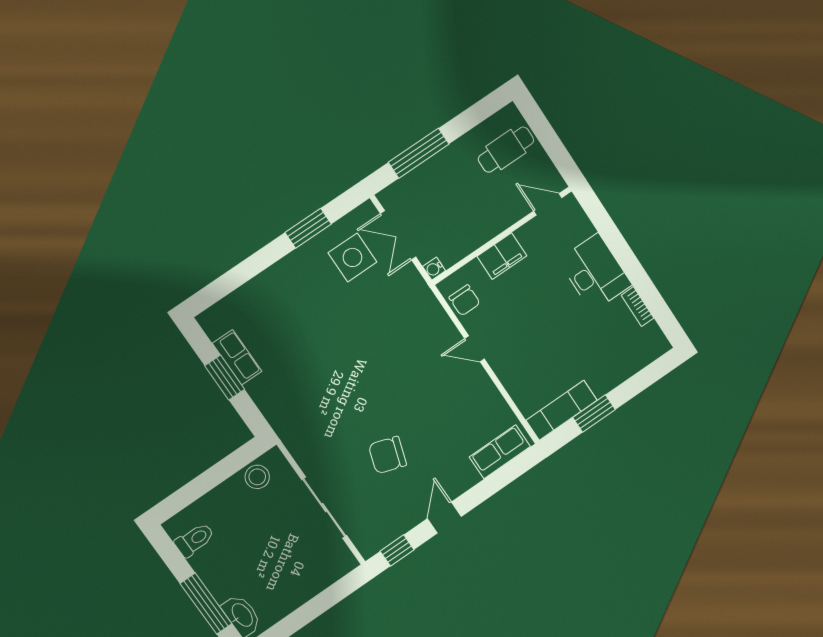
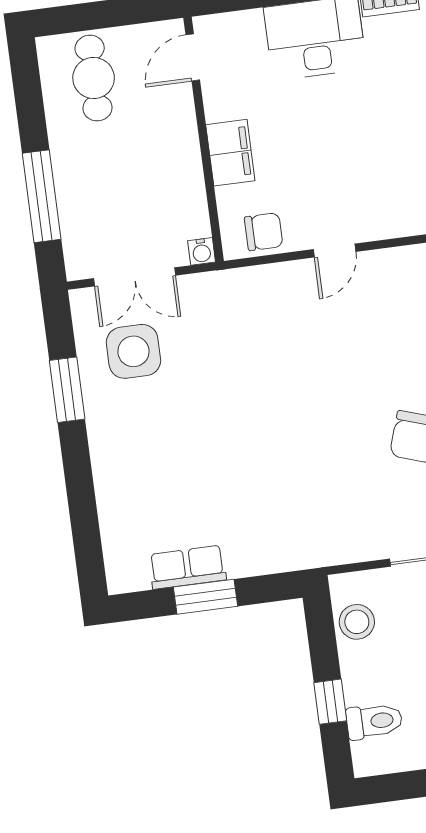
window: (200, 486) -> (330, 702), added
toilet: (195, 540) -> (374, 721), moved, turned 90

